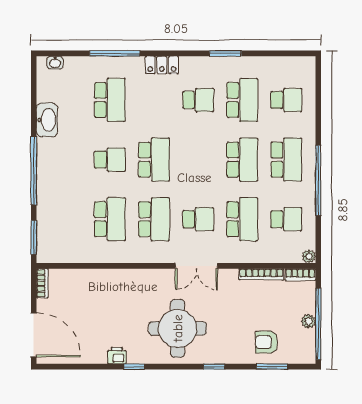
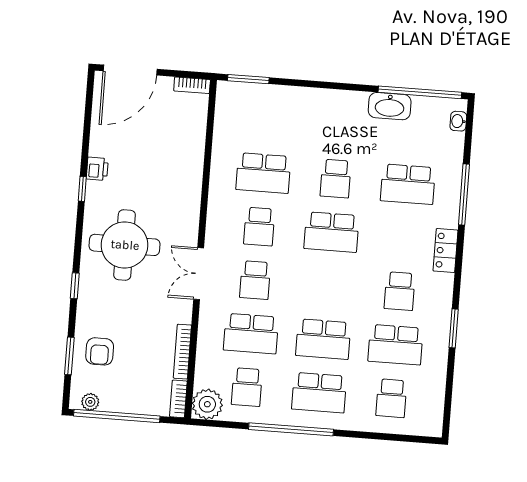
window: (34, 171) -> (420, 92), moved
school desk: (154, 219) -> (259, 227), width x0.54
plant: (309, 256) -> (207, 404), width x1.88, depth x1.88
plant: (308, 321) -> (90, 402), moved
armchair: (266, 342) -> (100, 351), turned 180

